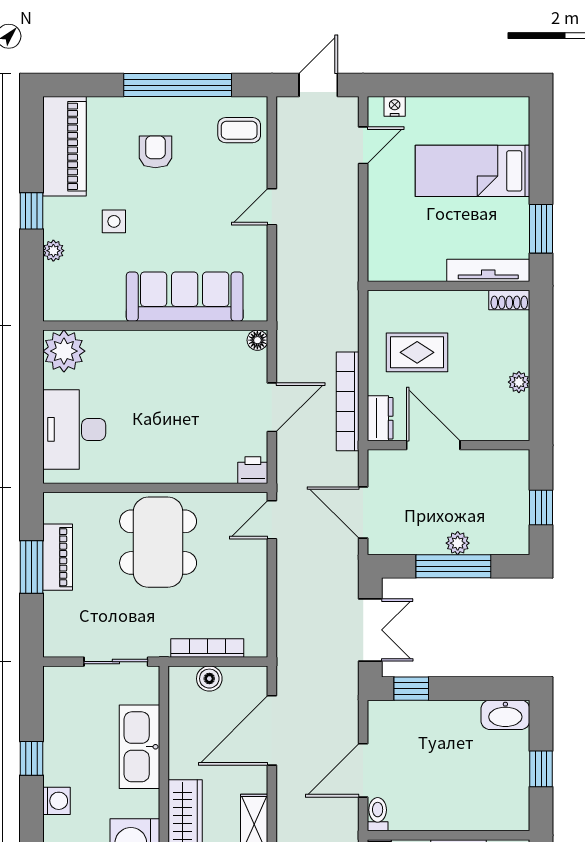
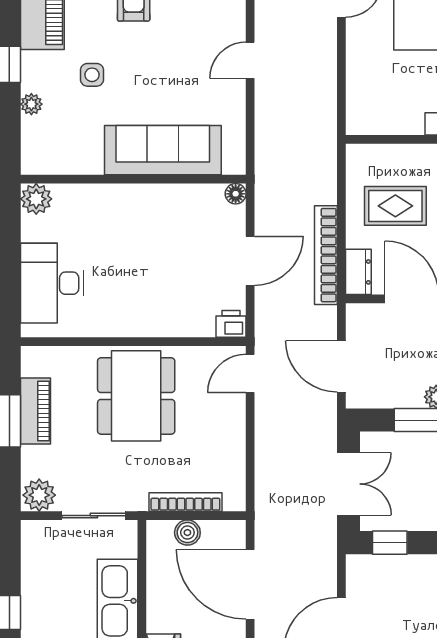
plant: (64, 351) -> (36, 199), width x0.73, depth x0.73
plant: (61, 641) -> (39, 495), added
door: (272, 730) -> (250, 584), hinge flipped

